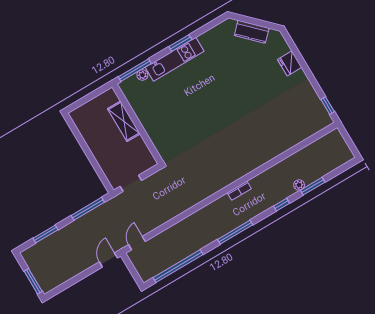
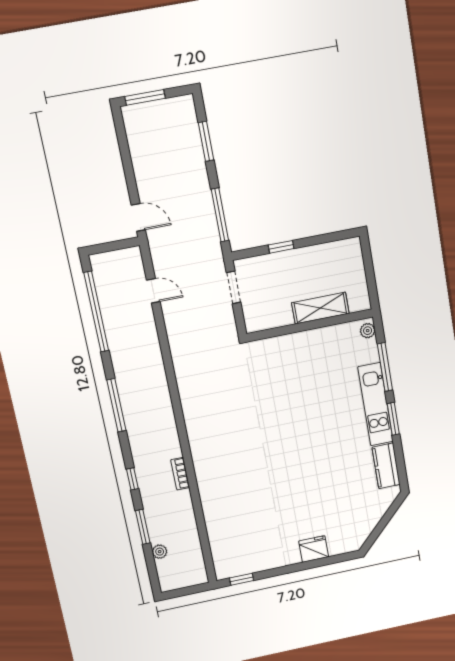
kitchen counter: (252, 32) -> (386, 466), moved, turned -45
window: (135, 70) -> (385, 367), moved
plant: (142, 75) -> (368, 331), moved
window: (94, 162) -> (281, 247), added
plant: (299, 185) -> (160, 552), moved
bookcase: (239, 191) -> (180, 474), moved
door: (137, 243) -> (153, 291), moved

